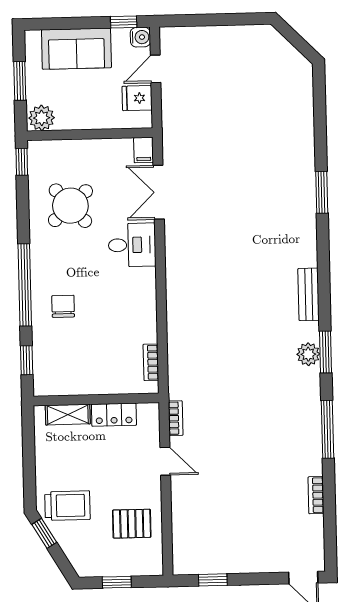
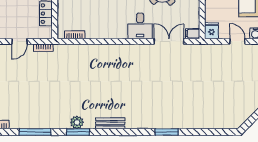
fridge: (137, 98) -> (211, 31), moved

